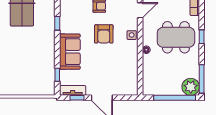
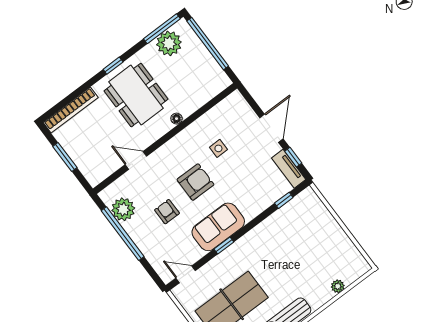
side table: (132, 35) -> (218, 148), moved
sofa: (70, 52) -> (218, 227), moved
plant: (191, 87) -> (169, 43), moved

